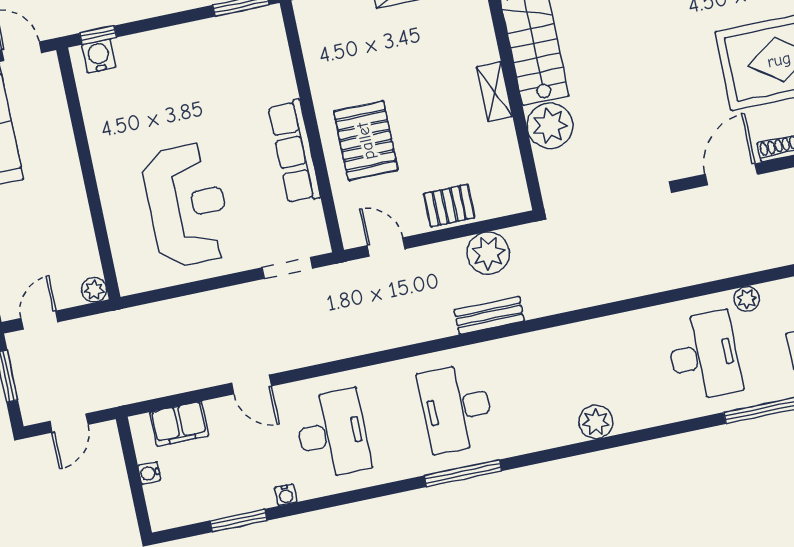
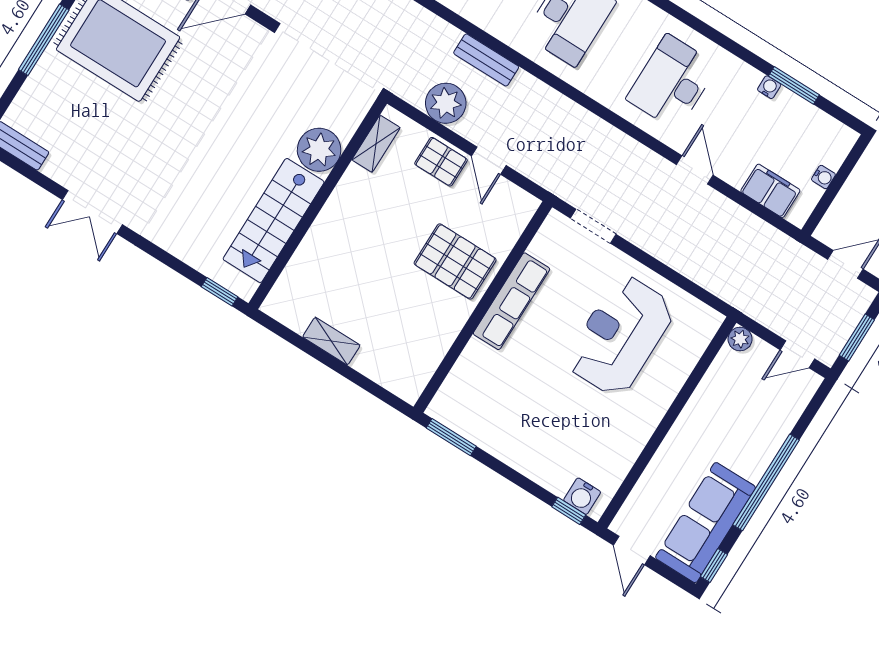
shelving: (494, 92) -> (376, 144), moved
pallet: (366, 141) -> (455, 261), turned 90
door: (386, 247) -> (489, 161), moved
water cooler: (286, 495) -> (769, 87), moved

